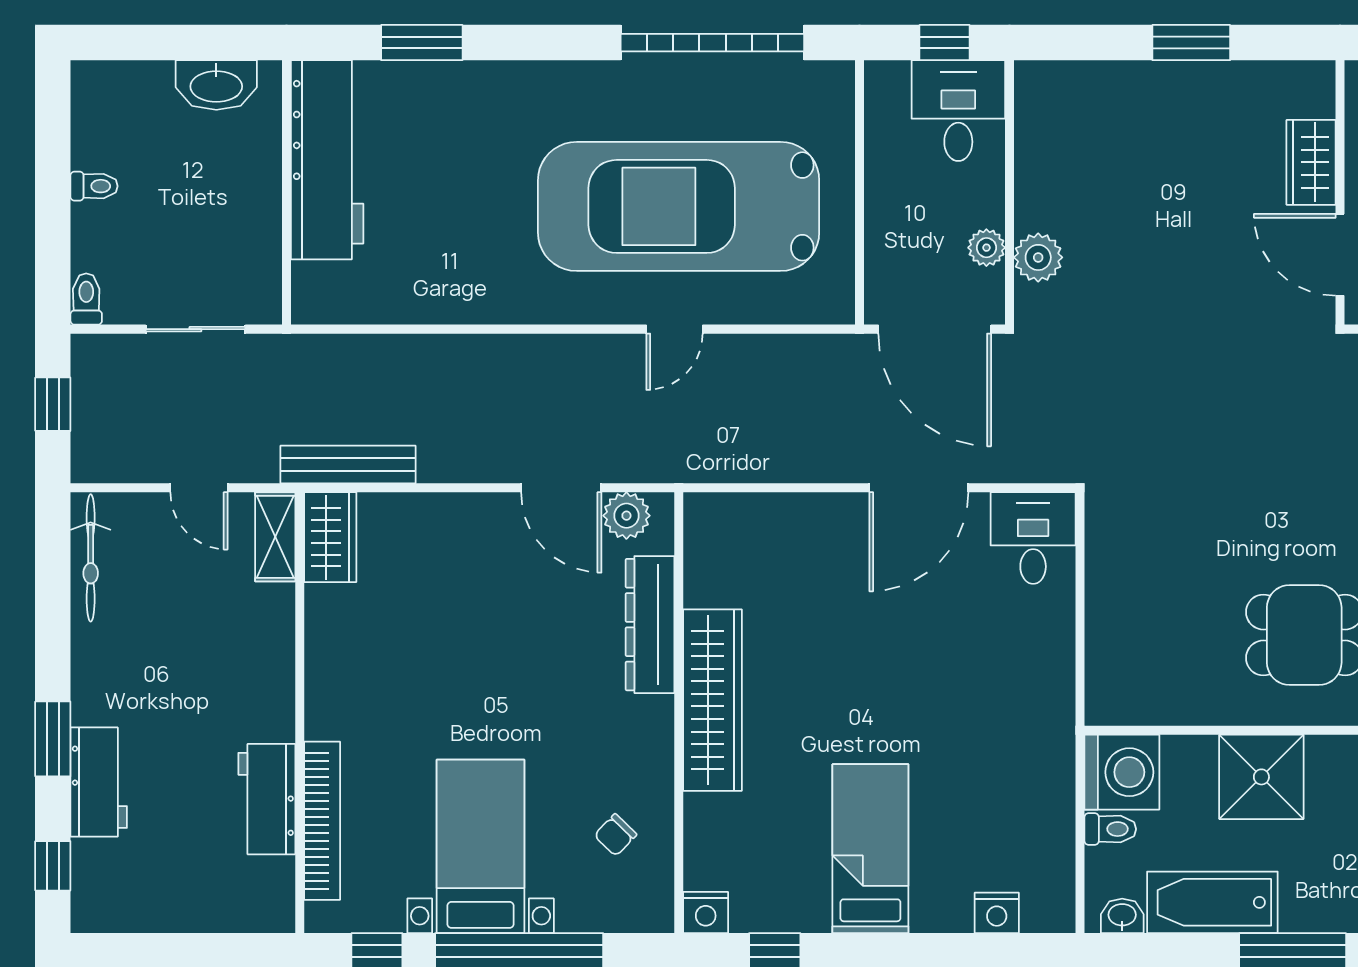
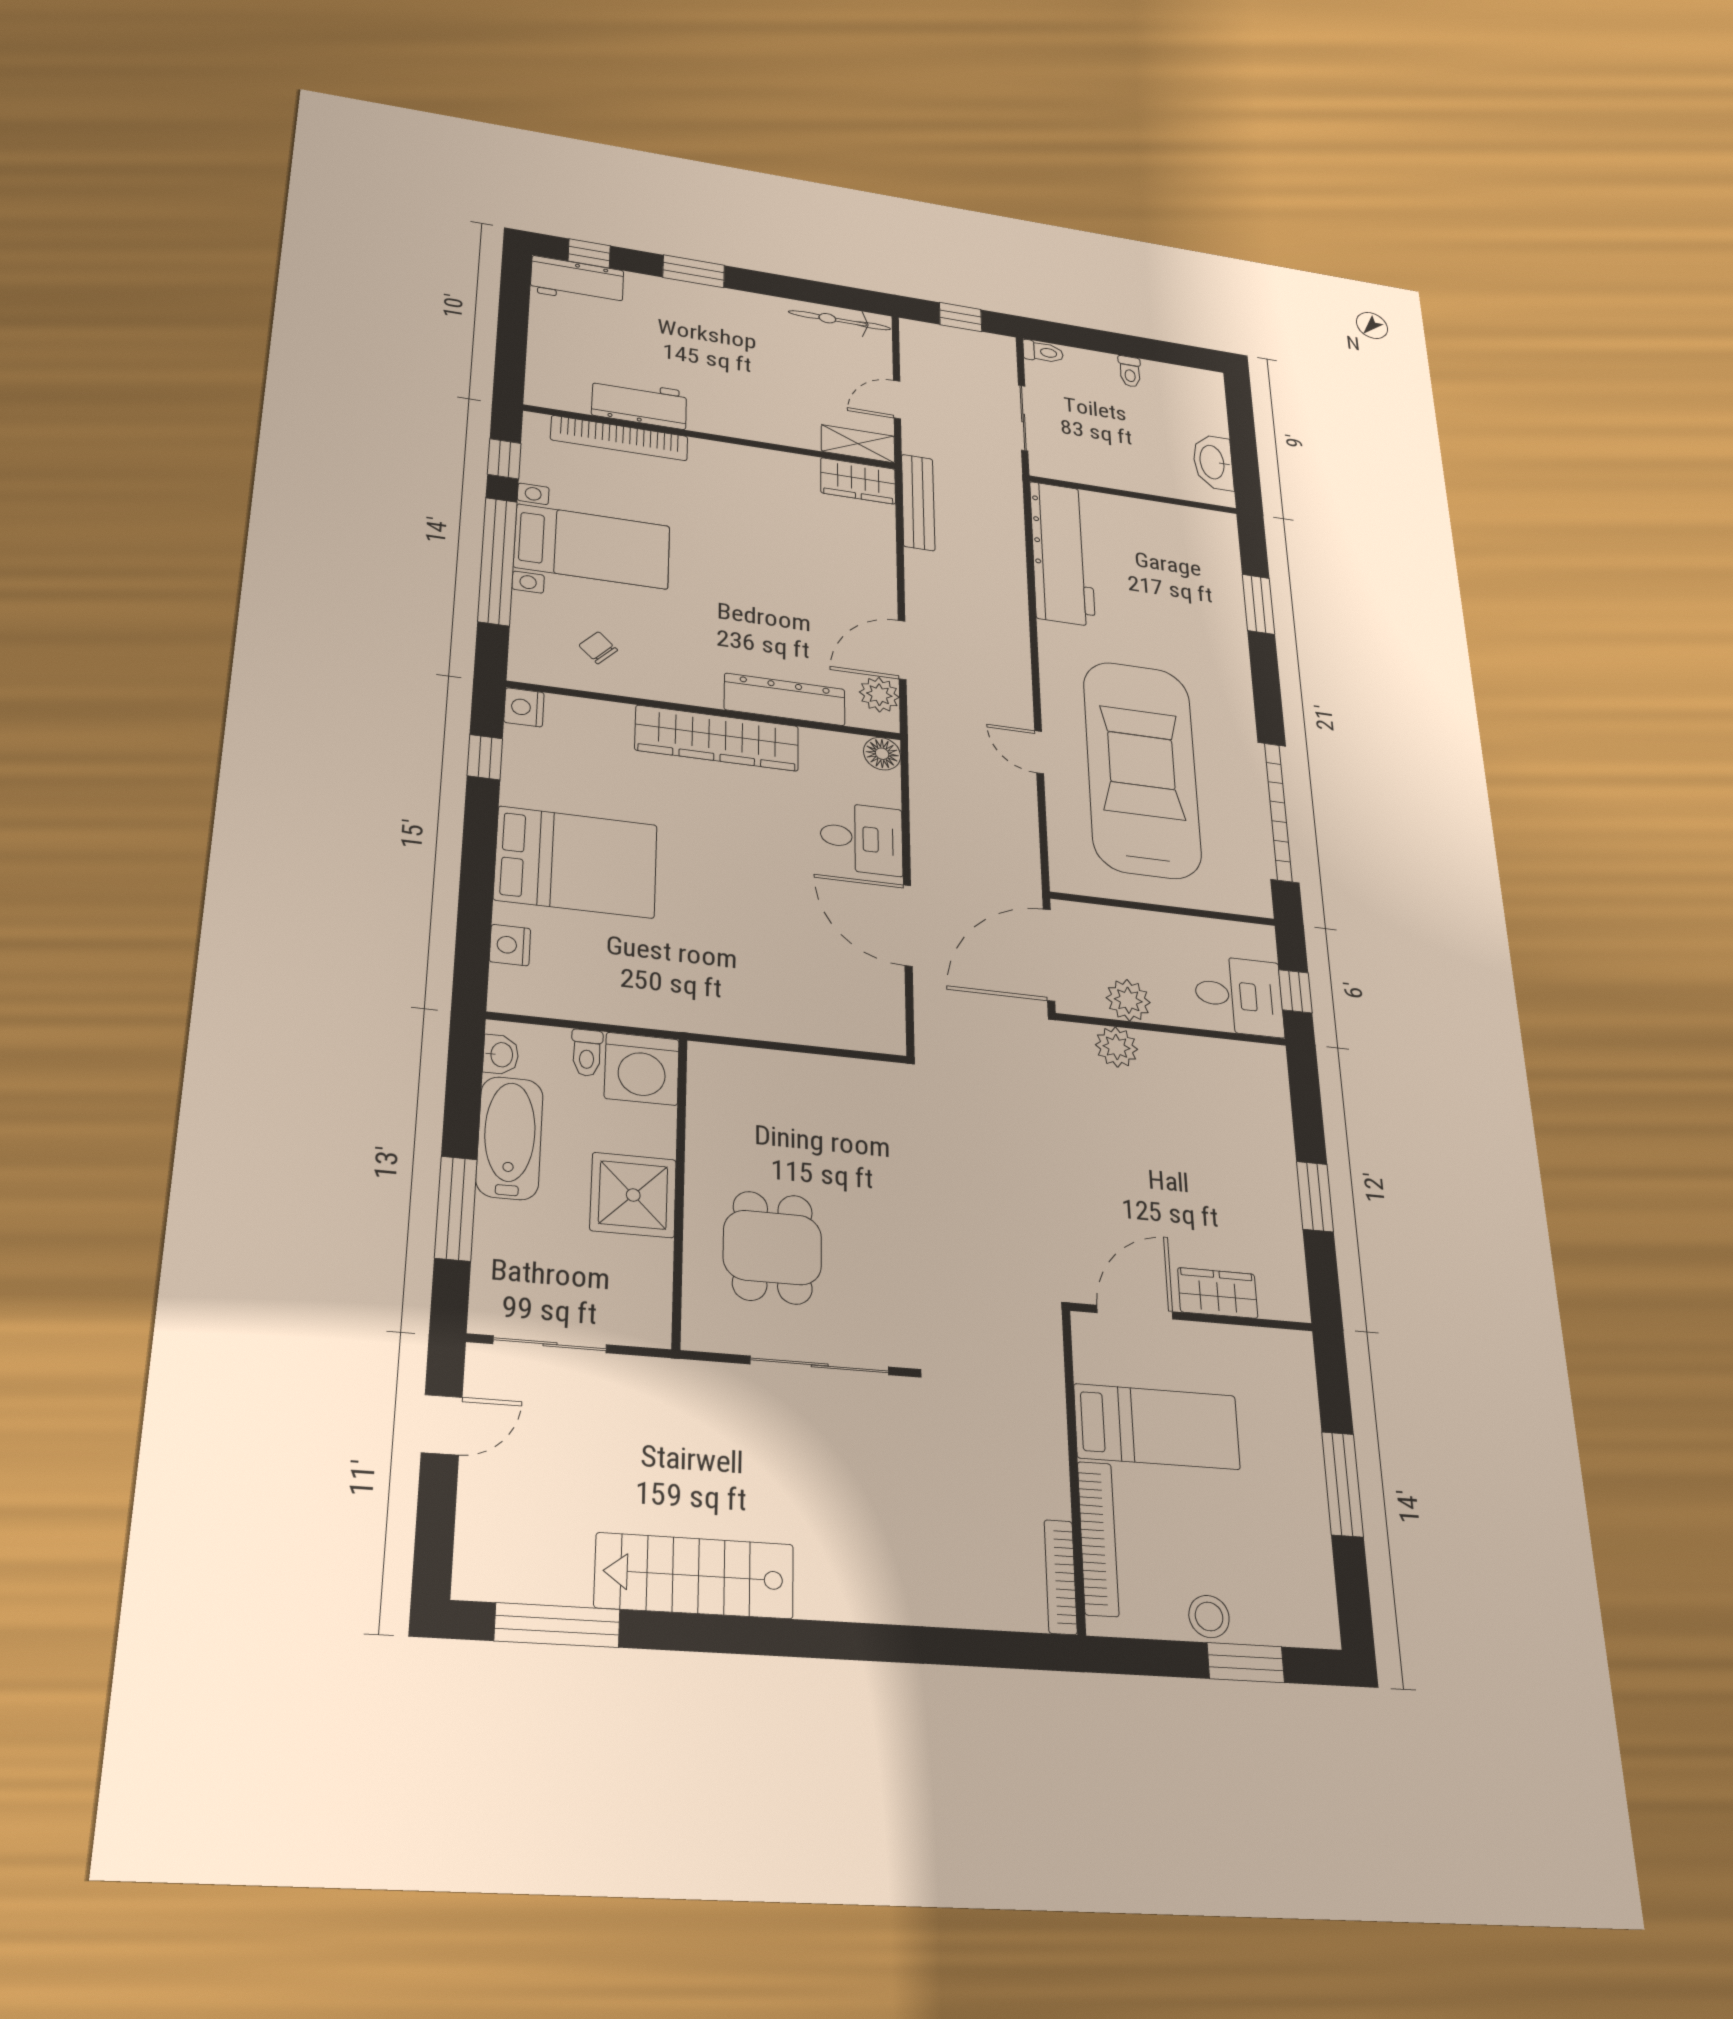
workbench: (327, 160) -> (1062, 553), moved, turned -90
plant: (986, 248) -> (1128, 1000), width x1.38, depth x1.38
floor lamp: (704, 513) -> (882, 754), added
desk: (1033, 538) -> (862, 838), moved
workbench: (99, 782) -> (577, 281), moved
bed: (870, 849) -> (576, 862), width x1.50

